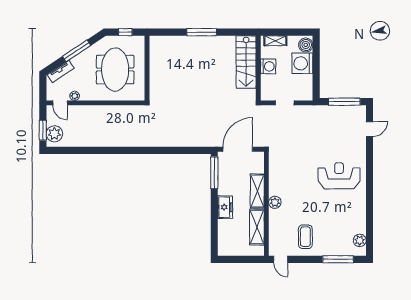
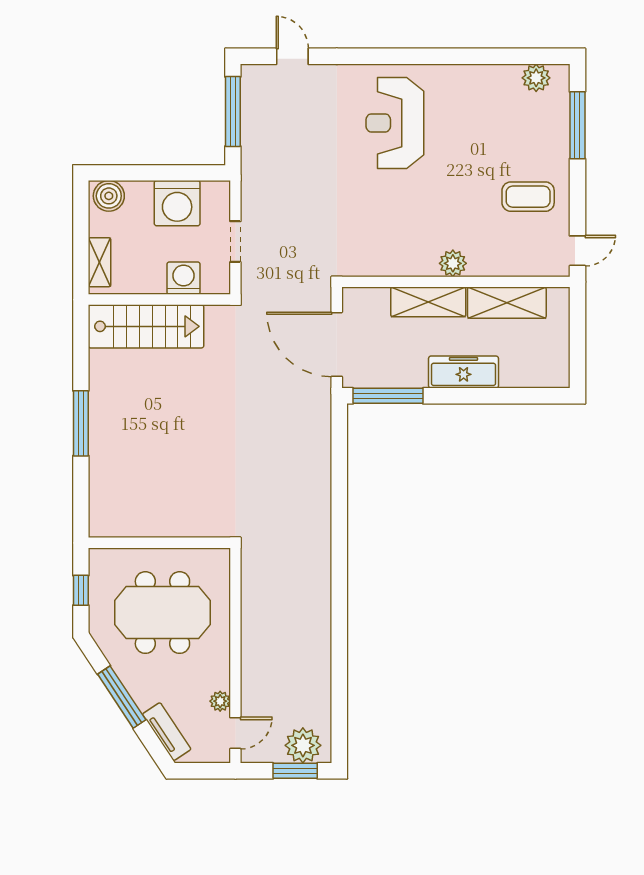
washing machine: (302, 63) -> (177, 203), moved
washing machine: (268, 66) -> (184, 278), moved
freezer: (225, 207) -> (464, 372), width x1.40

